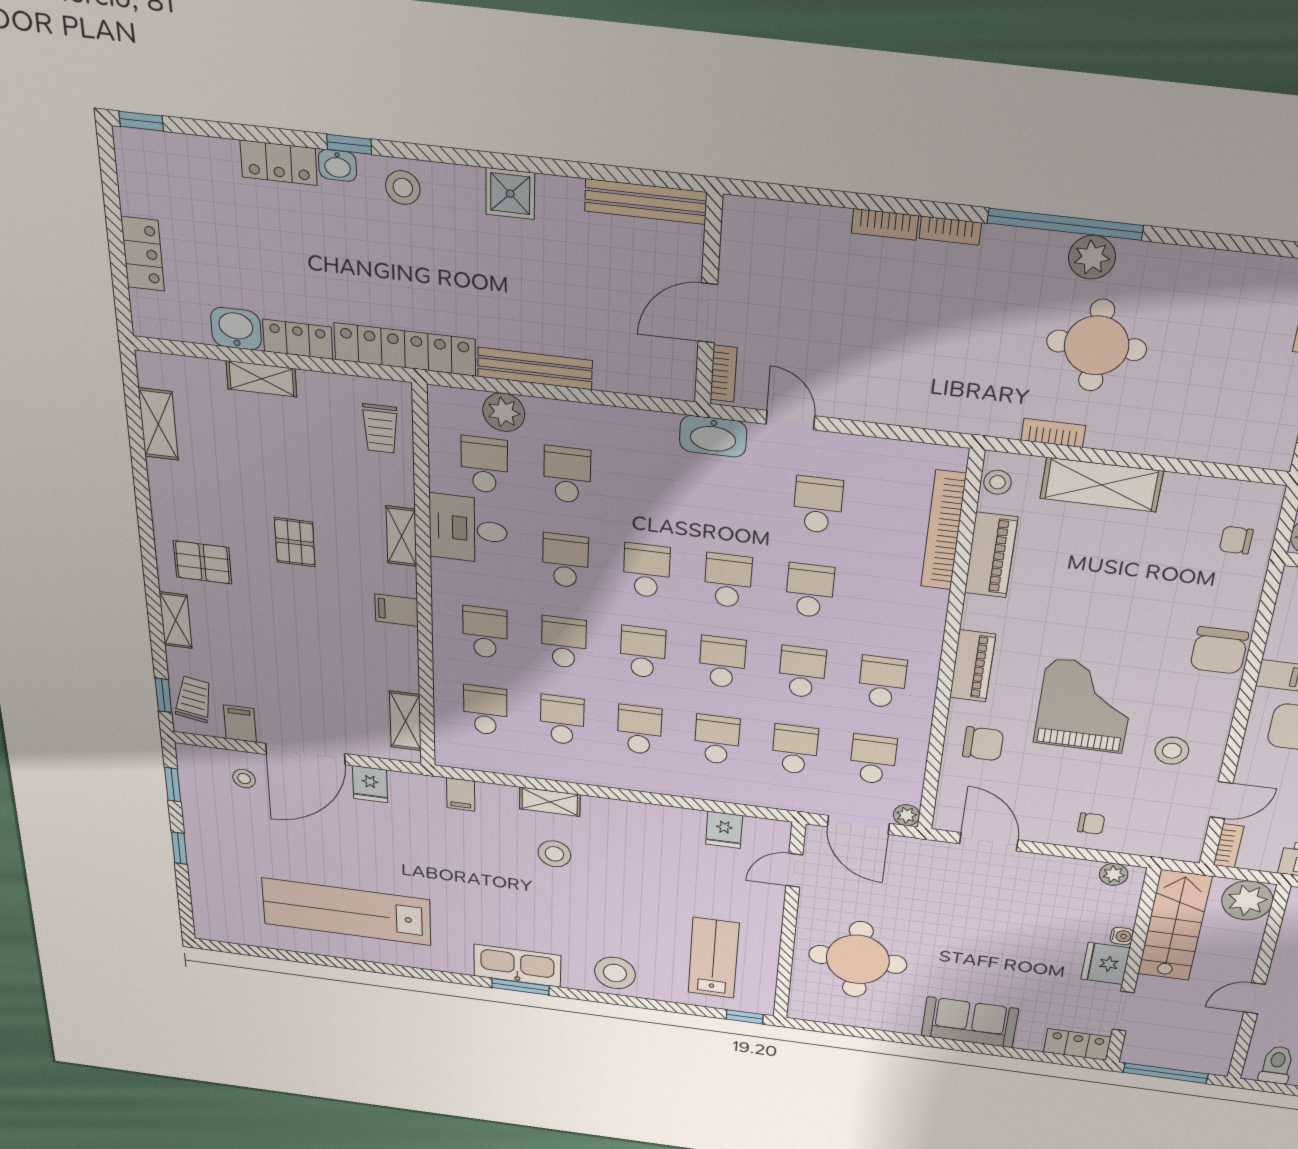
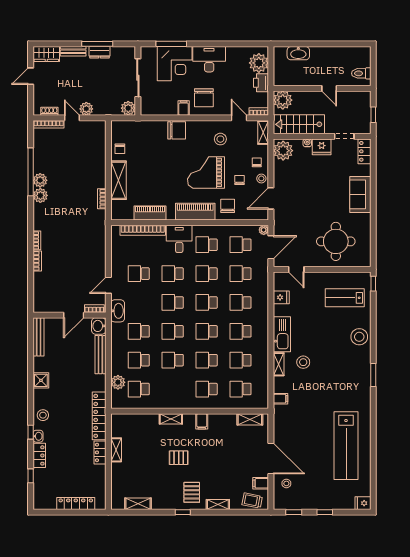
window: (141, 121) -> (31, 476), moved
window: (1065, 224) -> (31, 172), moved
locker: (143, 254) -> (76, 504), width x1.53
plant: (1141, 262) -> (40, 180), added
door: (708, 313) -> (74, 315), hinge flipped
washbasin: (236, 329) -> (99, 326), moved
round table: (1097, 345) -> (69, 189), removed
bench: (535, 368) -> (100, 355), moved
shelving: (261, 379) -> (116, 450), moved
trolley: (380, 428) -> (130, 425), removed
stool: (997, 482) -> (261, 178), moved
school desk: (650, 485) -> (139, 331), added
desk: (468, 529) -> (179, 239), moved, turned 180
chair: (1236, 540) -> (120, 149), moved
piano: (973, 666) -> (195, 212), width x1.37, depth x1.33
window: (163, 695) -> (183, 512), moved
chair: (1050, 780) -> (240, 180), added
fridge: (370, 784) -> (363, 503), moved, turned 180
shelving: (1169, 848) -> (263, 132), added
plant: (1114, 874) -> (283, 151), width x1.88, depth x1.88
kitchen sink: (517, 966) -> (282, 334), moved, turned 180
window: (1166, 1073) -> (373, 115), width x0.46

